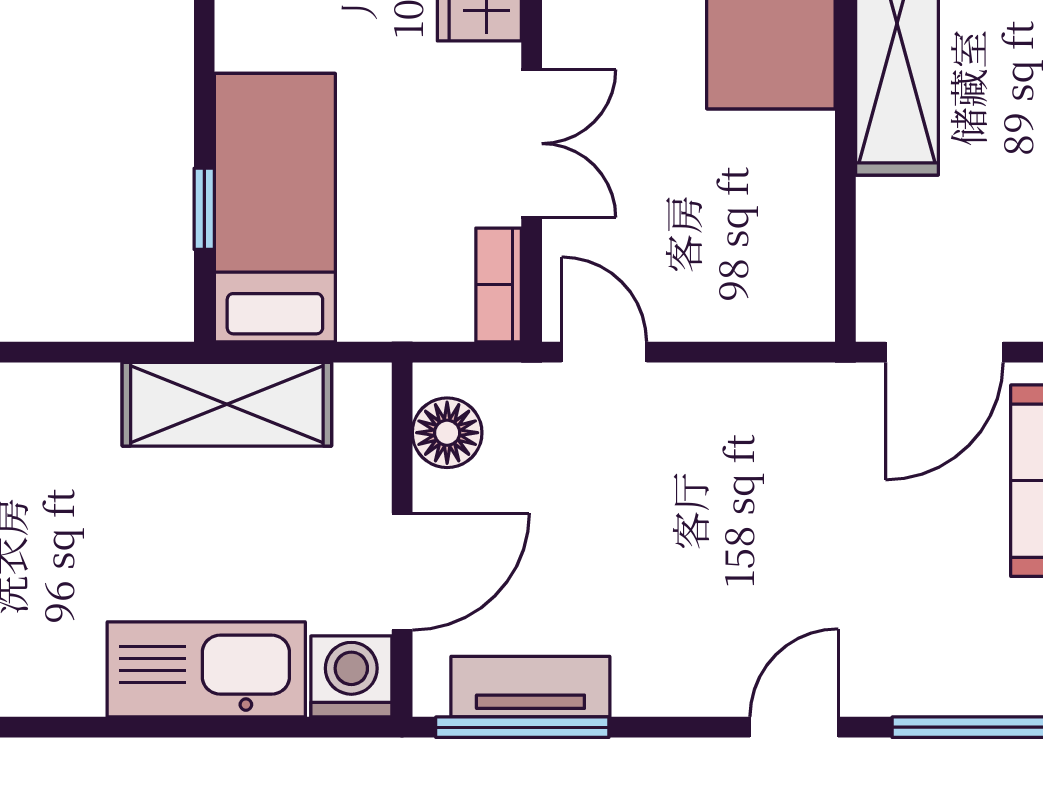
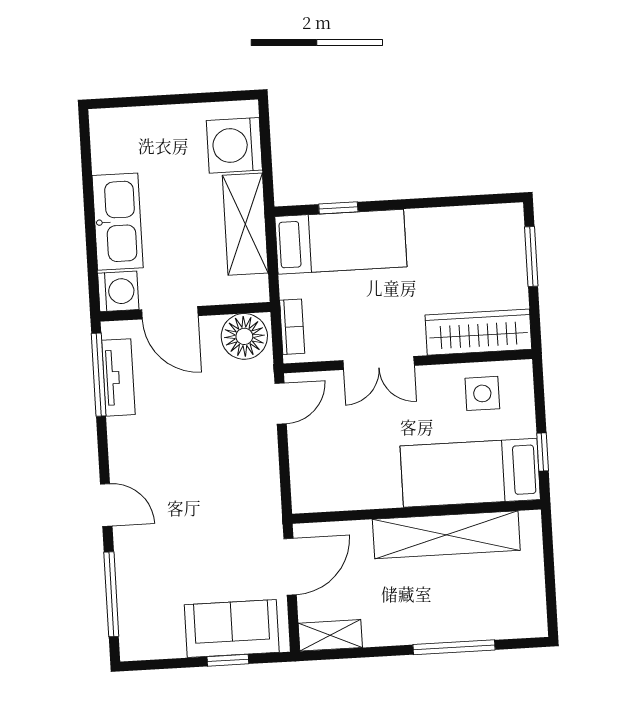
bookcase: (499, 285) -> (292, 327), moved, turned 90
door: (944, 352) -> (290, 567), swing flipped
washing machine: (62, 418) -> (234, 145), added
floor lamp: (447, 433) -> (244, 336), width x1.38, depth x1.38

